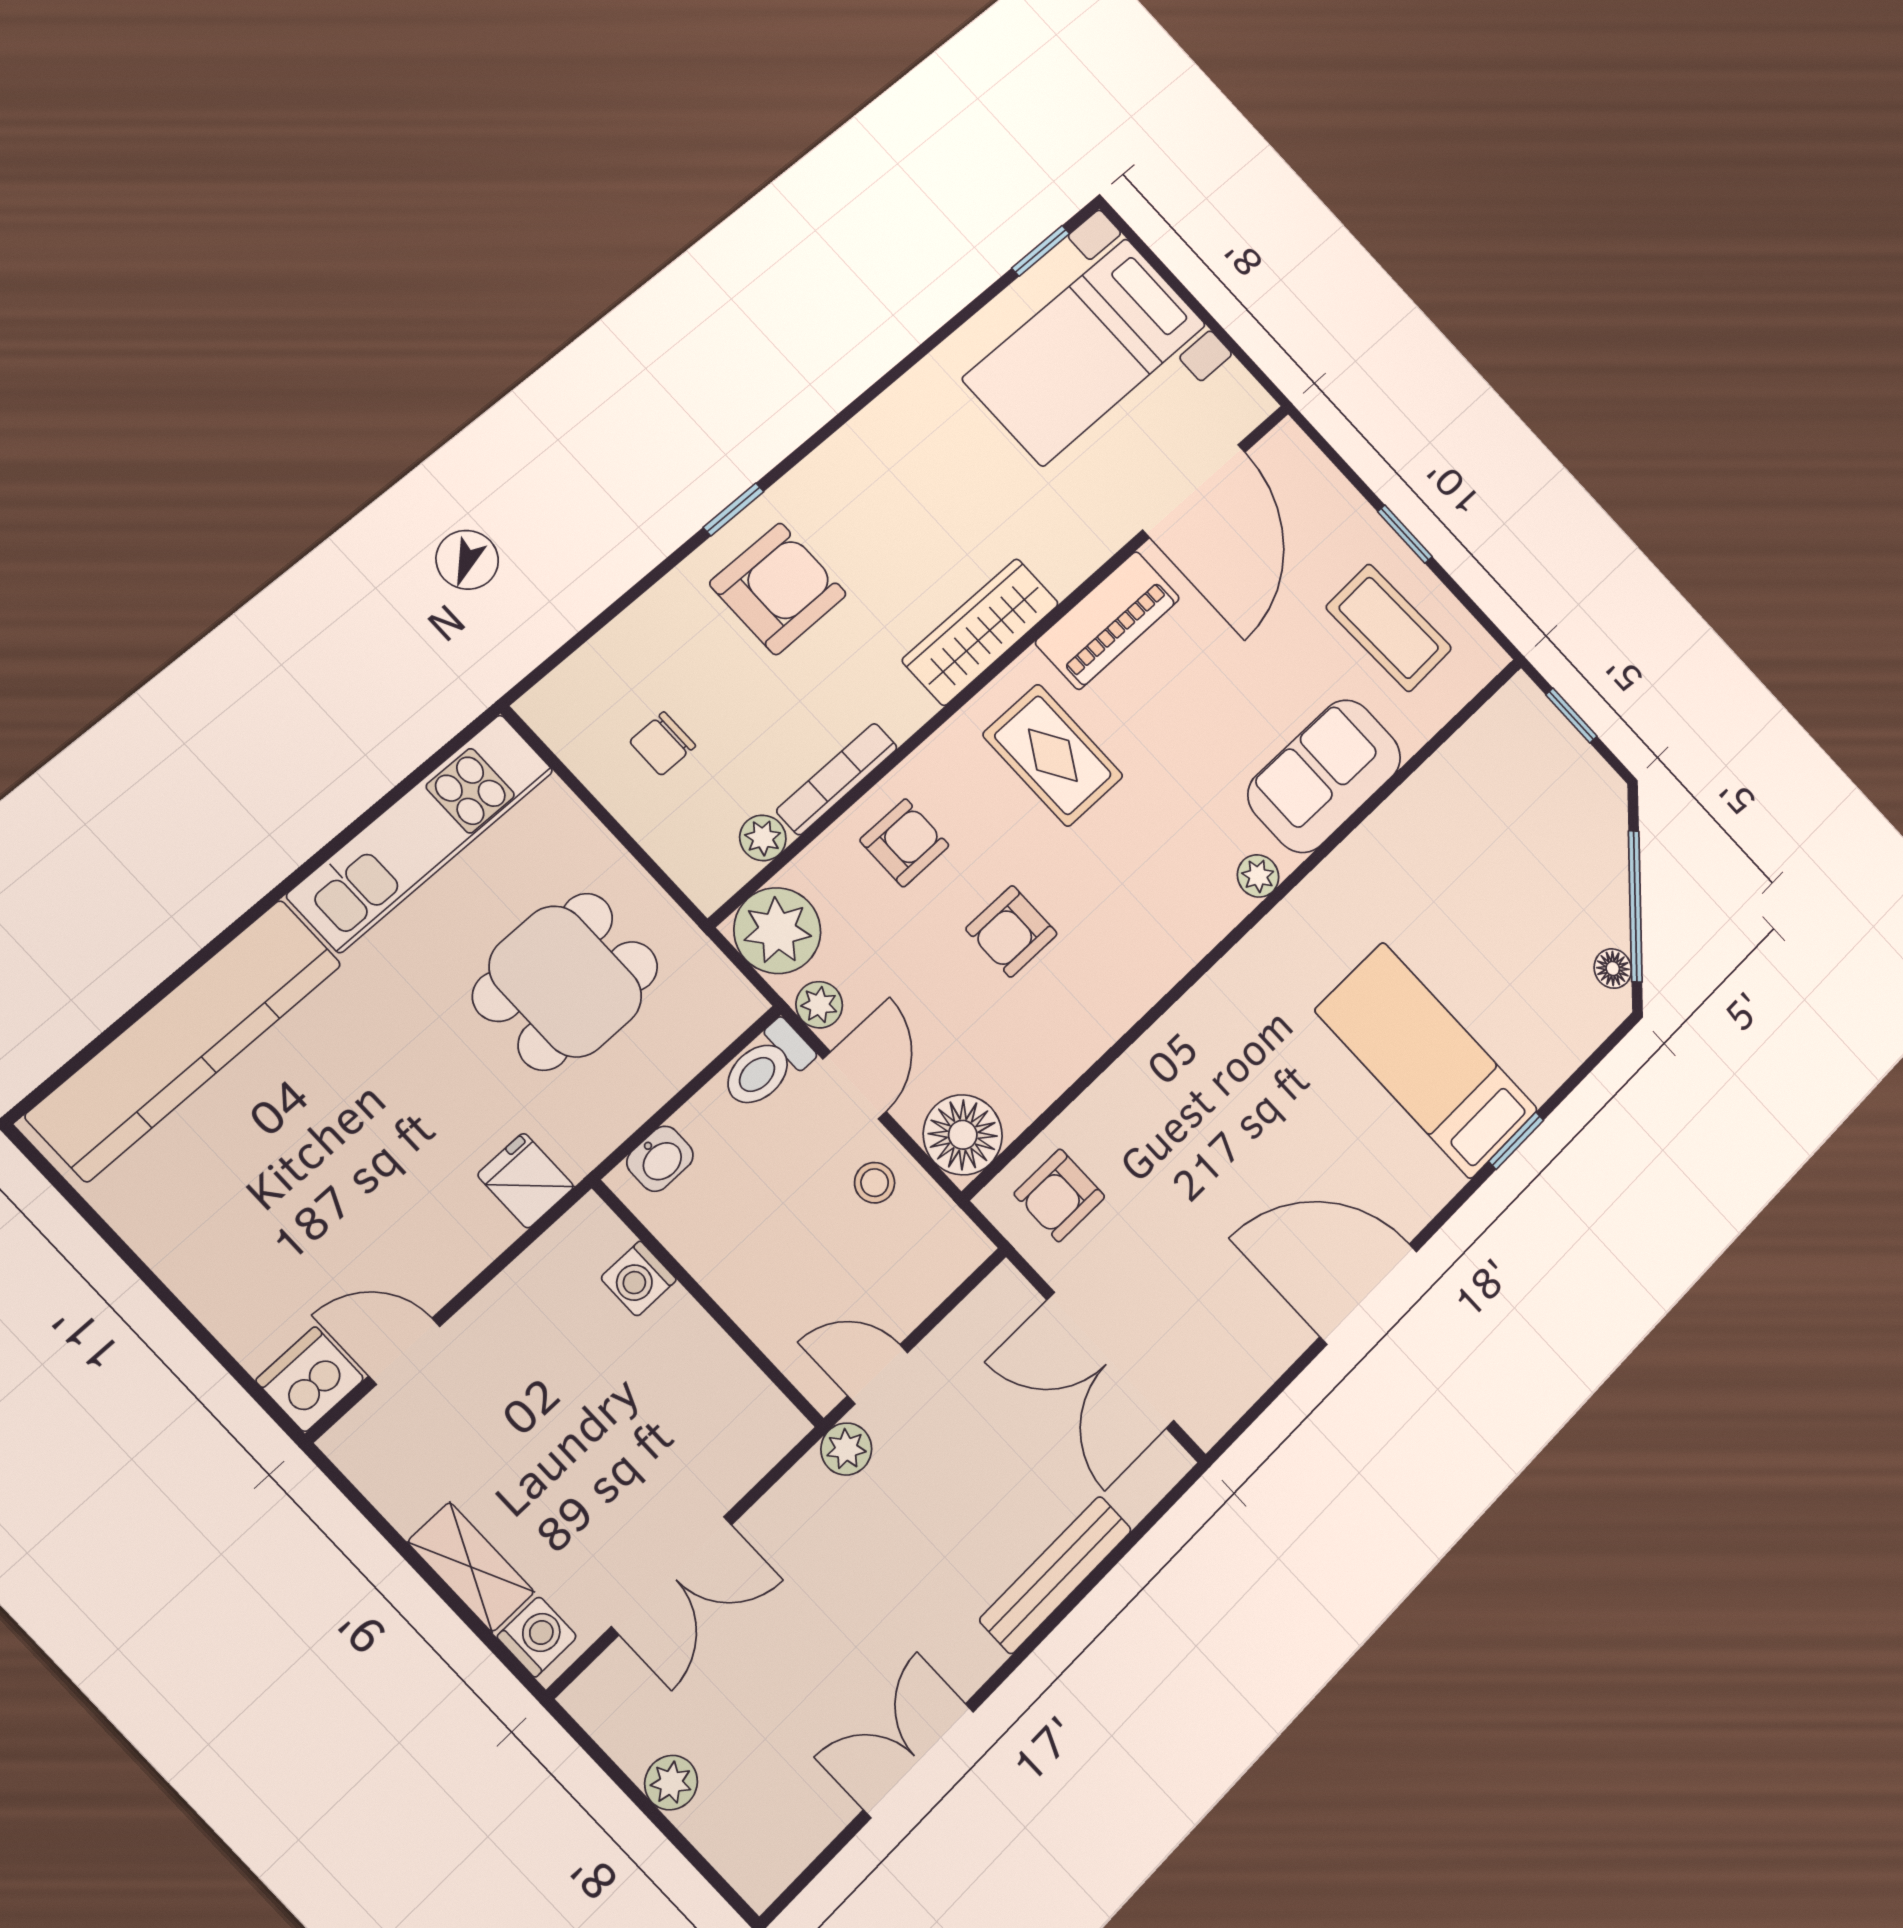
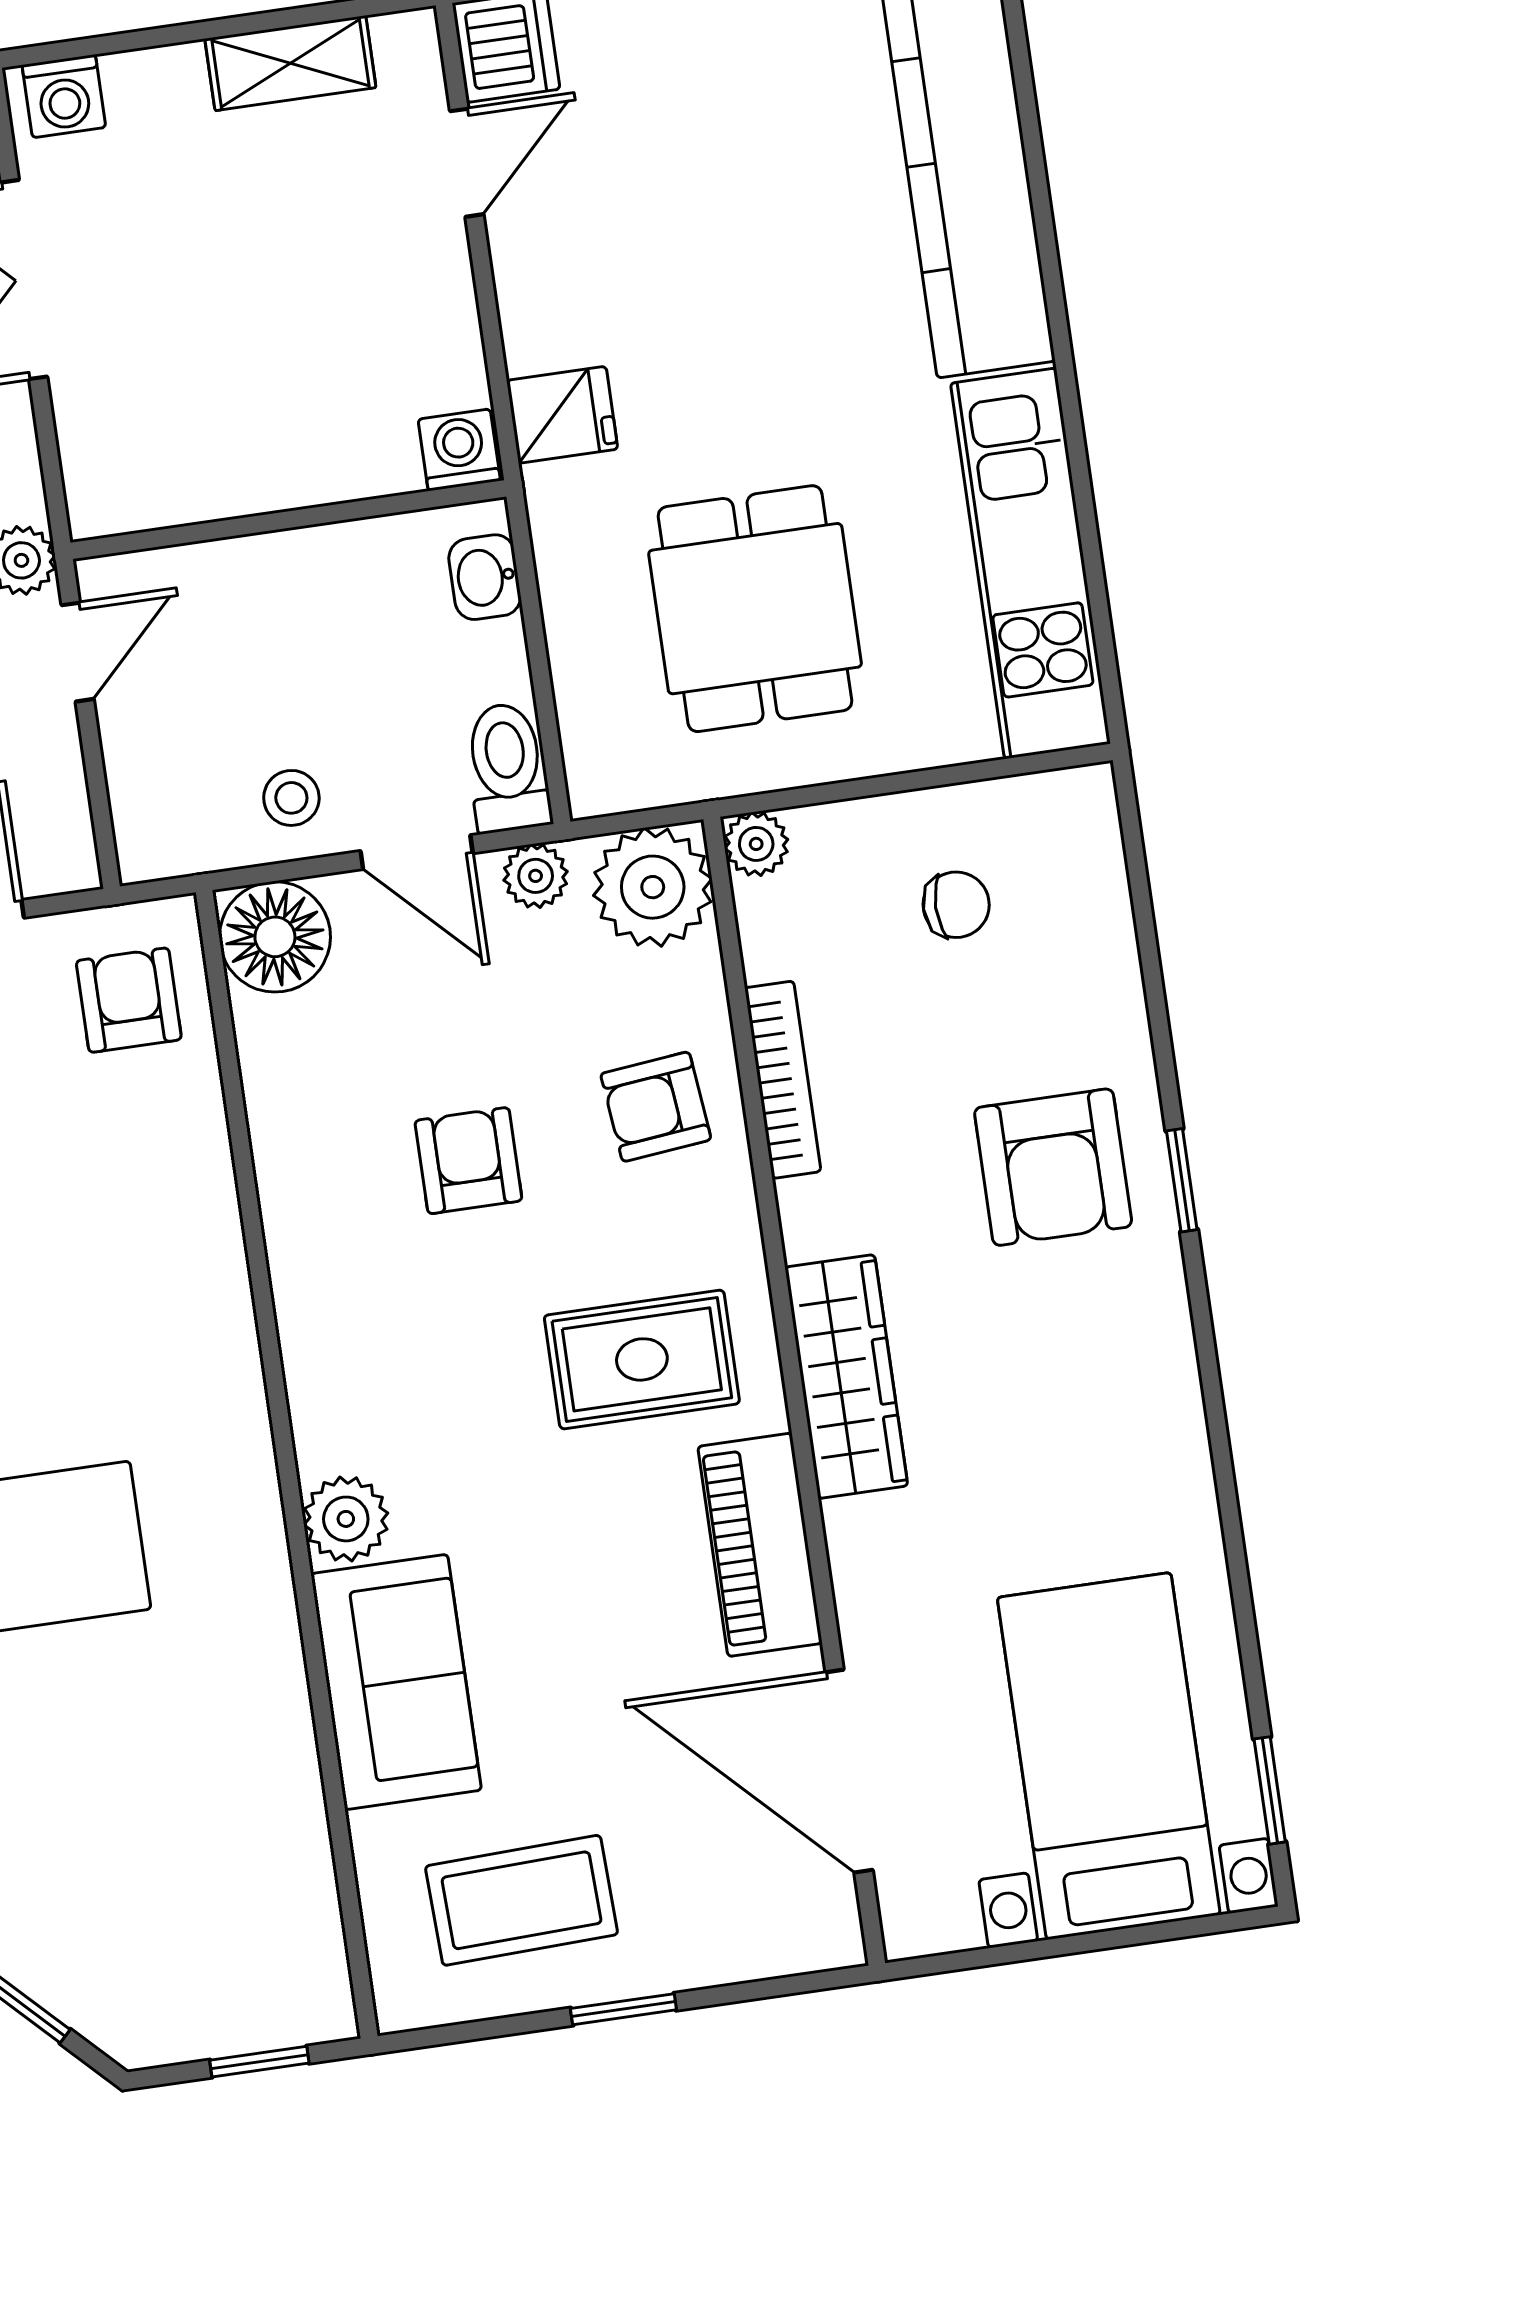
chair: (663, 744) -> (956, 905), turned 90
plant: (763, 838) -> (756, 844), moved
armchair: (904, 843) -> (656, 1107), turned 84
plant: (1258, 876) -> (346, 1519), width x1.38, depth x1.38
washing machine: (638, 1279) -> (459, 450), moved
shelving: (471, 1567) -> (290, 63), moved

